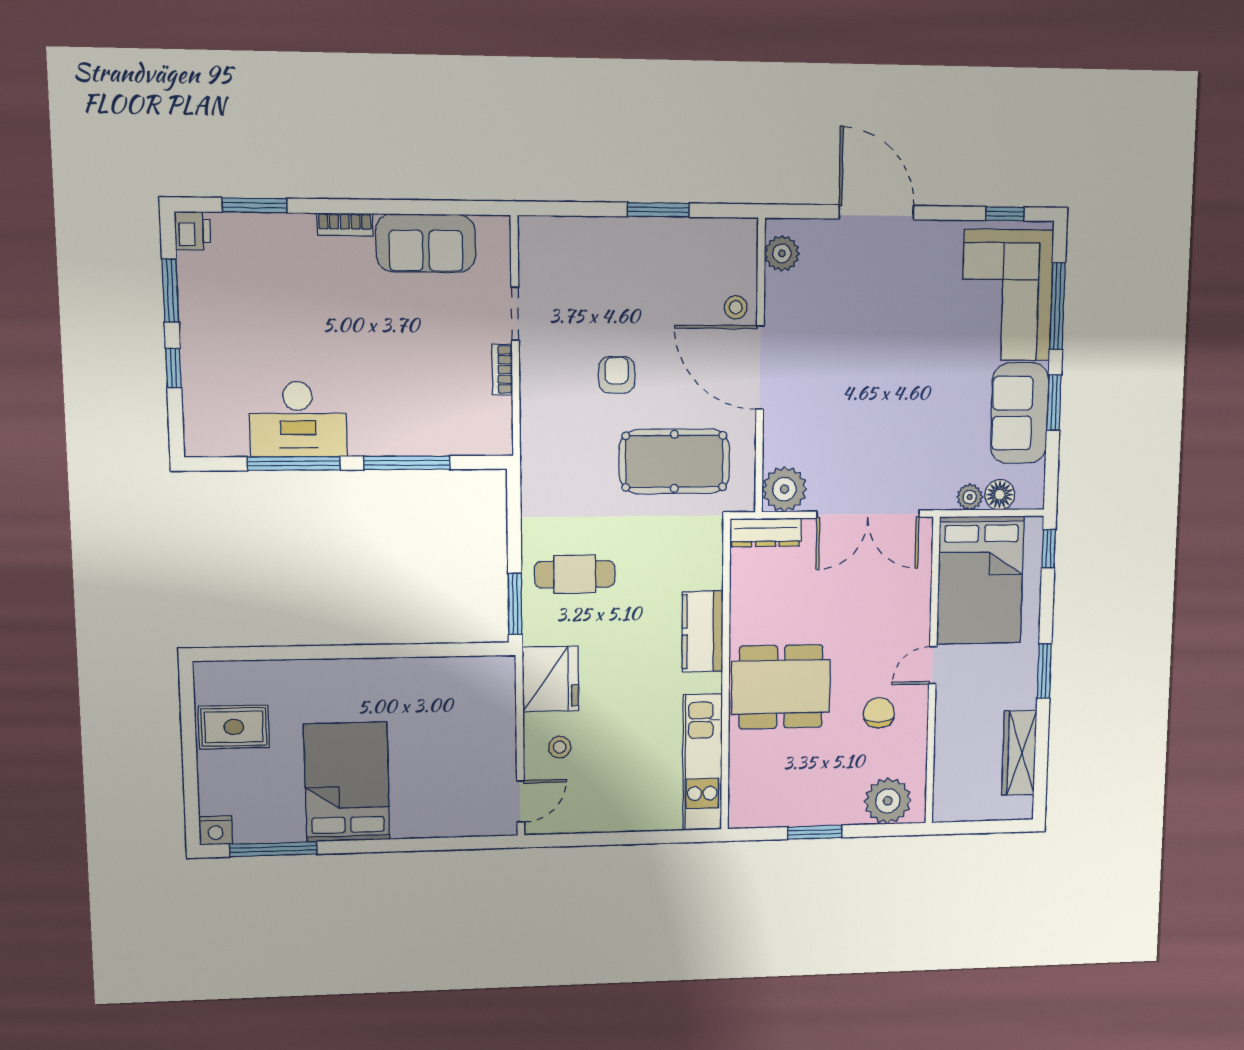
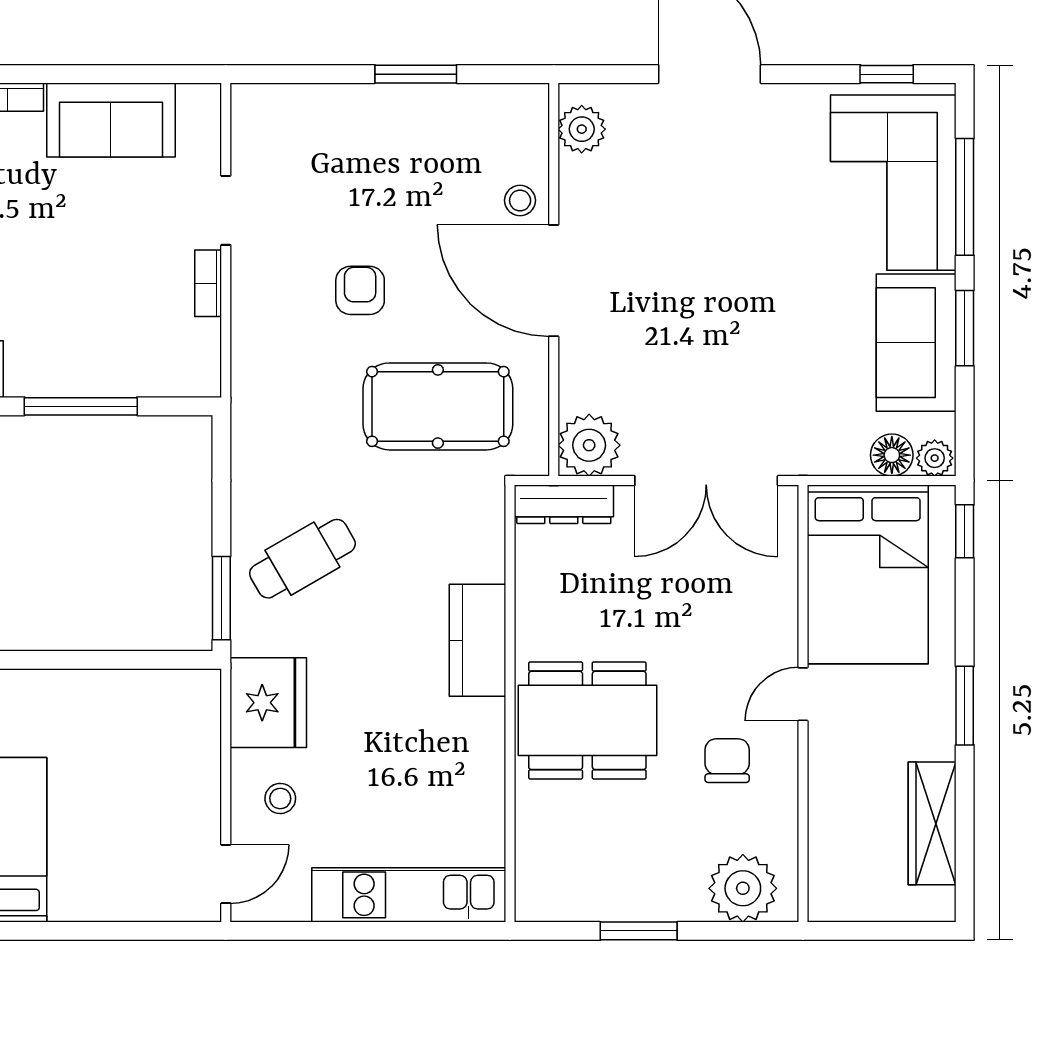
plant: (970, 497) -> (935, 458), moved
cafe table: (575, 574) -> (302, 559), turned -30
kitchen unit: (702, 762) -> (409, 895), moved, turned 90

